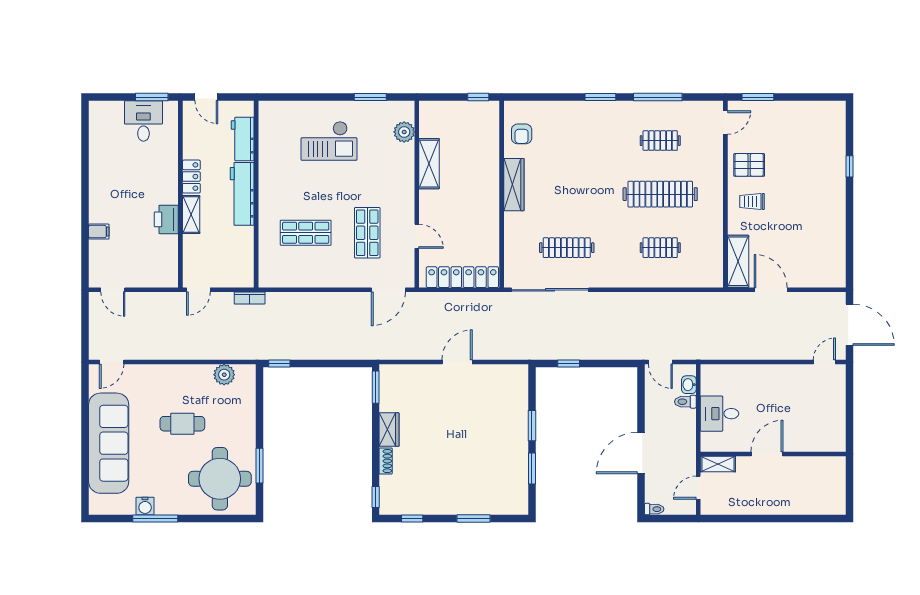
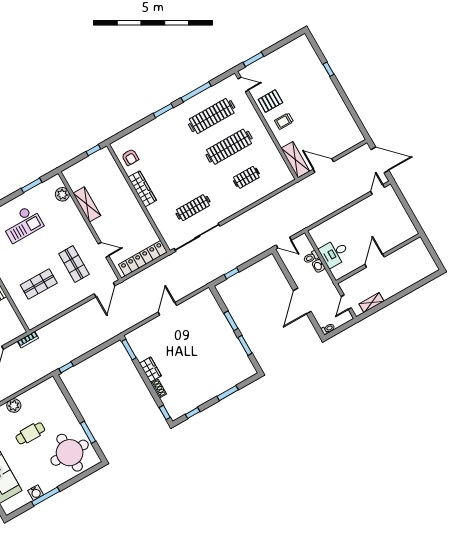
door: (725, 123) -> (243, 84), hinge flipped
clothes rail: (660, 141) -> (212, 116), width x1.86, depth x1.31
plant: (224, 375) -> (14, 406), moved
washbasin: (689, 385) -> (318, 266), moved
shelving: (718, 464) -> (372, 303), moved

